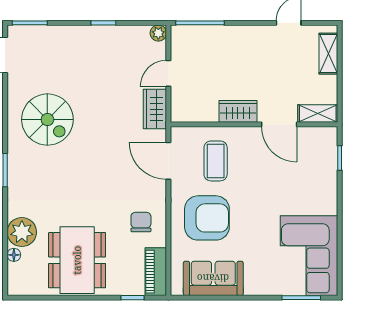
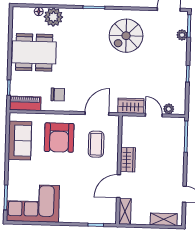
plant: (44, 33) -> (182, 35), added
plant: (158, 33) -> (169, 109), moved
coffee table: (216, 161) -> (96, 144), turned 90

